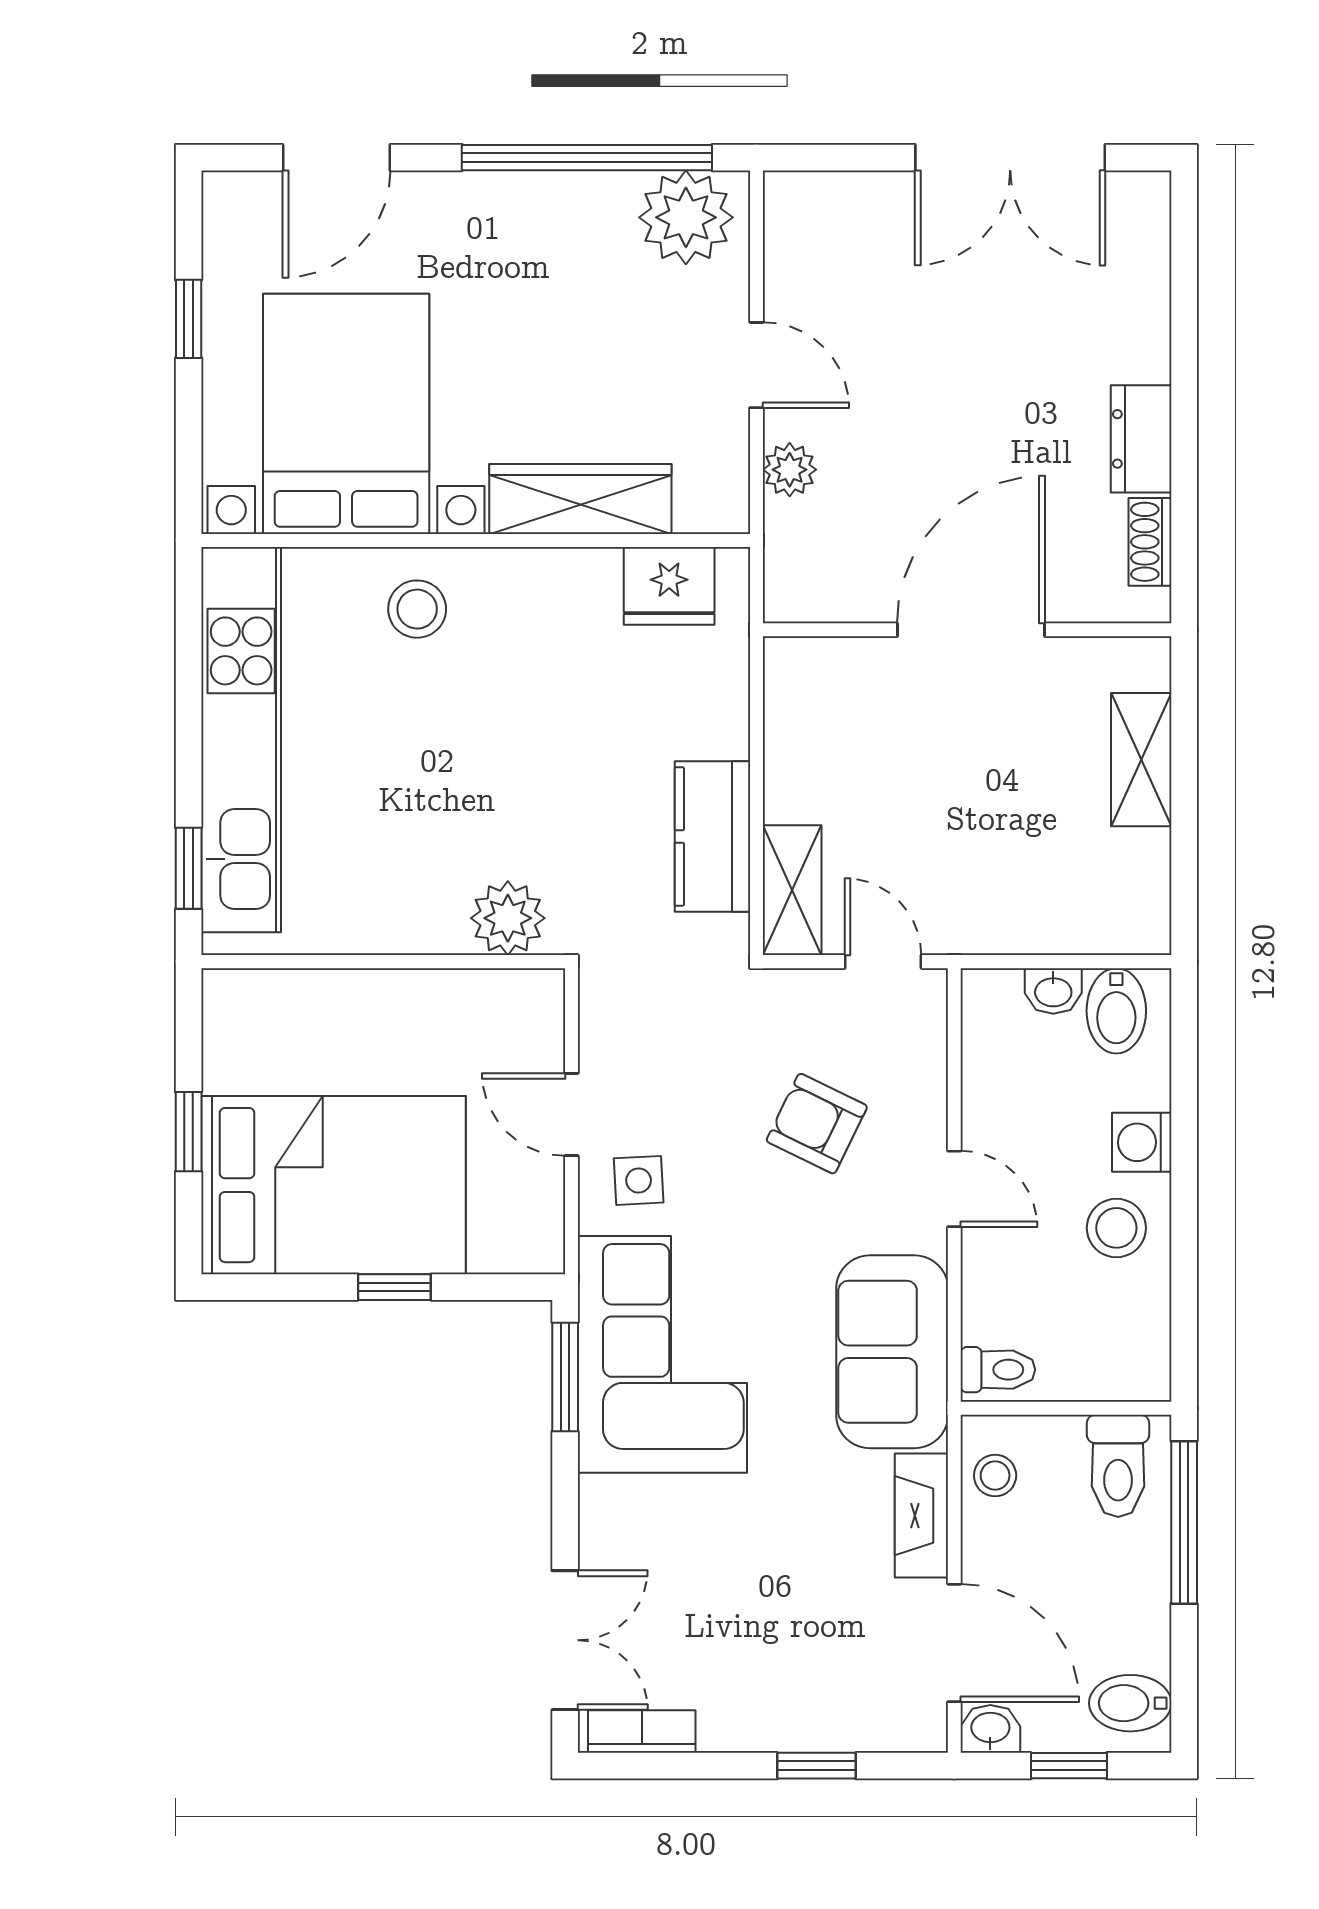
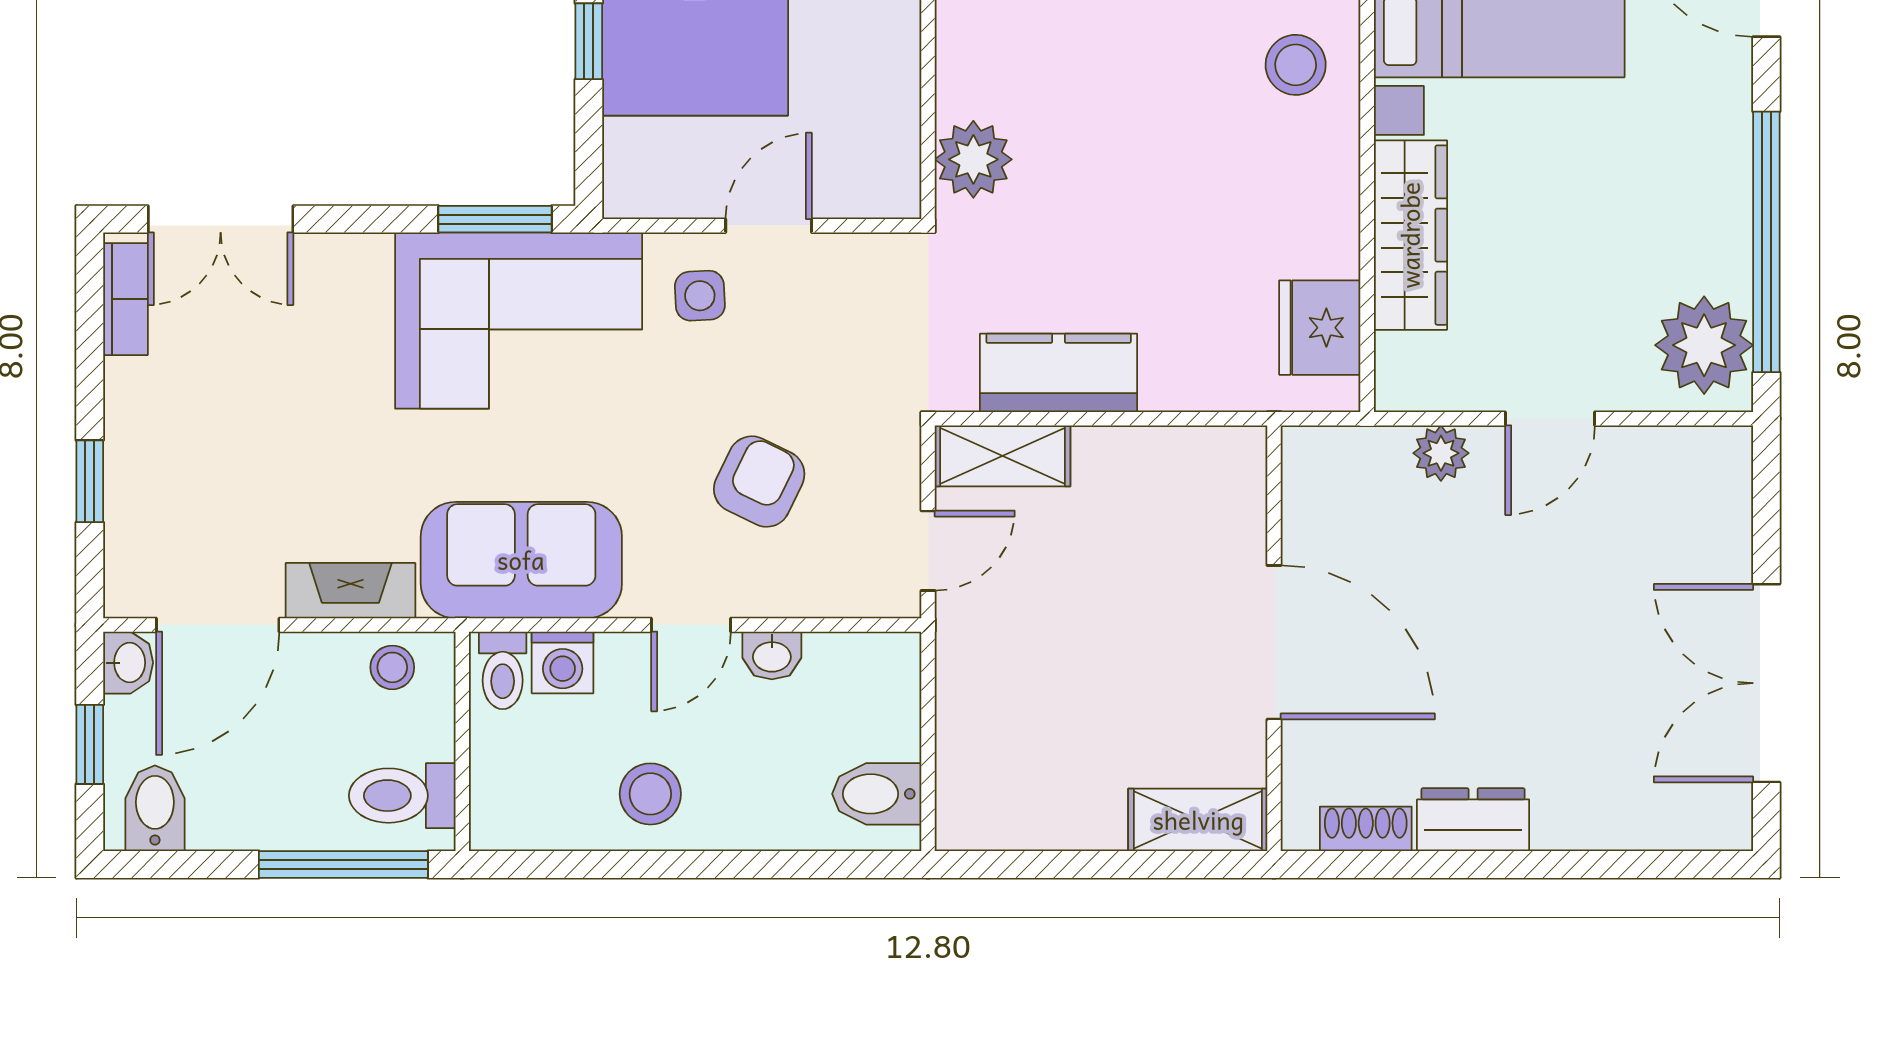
shelving: (1141, 760) -> (1198, 820), moved
washbasin: (1053, 991) -> (772, 655), moved, turned -90
washing machine: (1142, 1142) -> (563, 662), moved, turned 180

